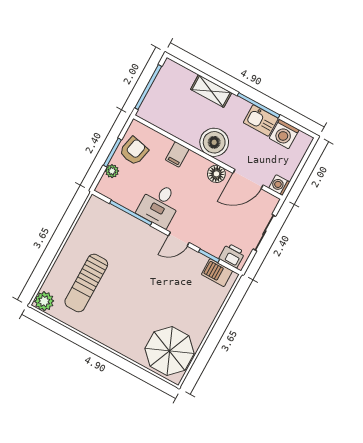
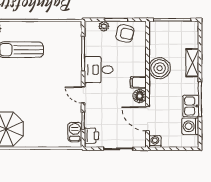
boiler: (214, 142) -> (160, 68), moved
filing cabinet: (177, 154) -> (138, 82), moved

